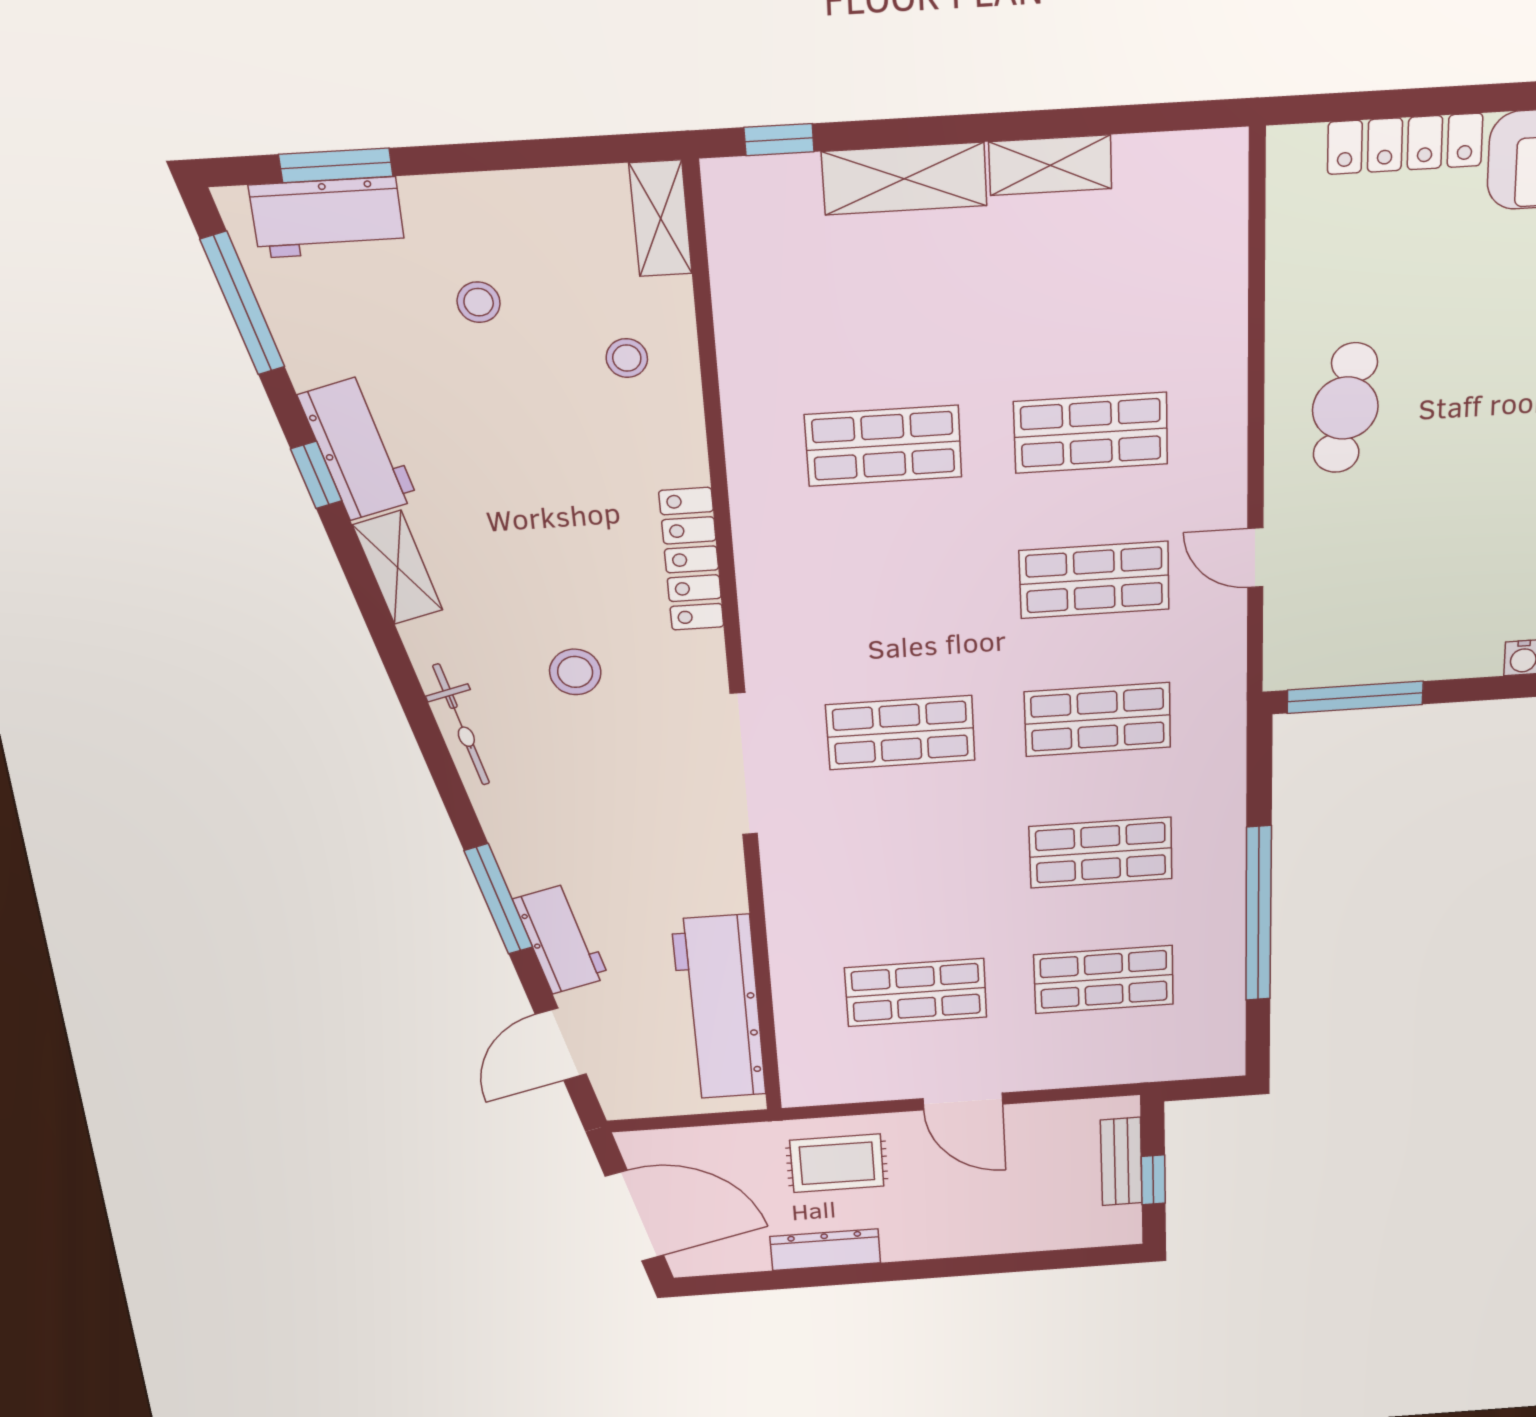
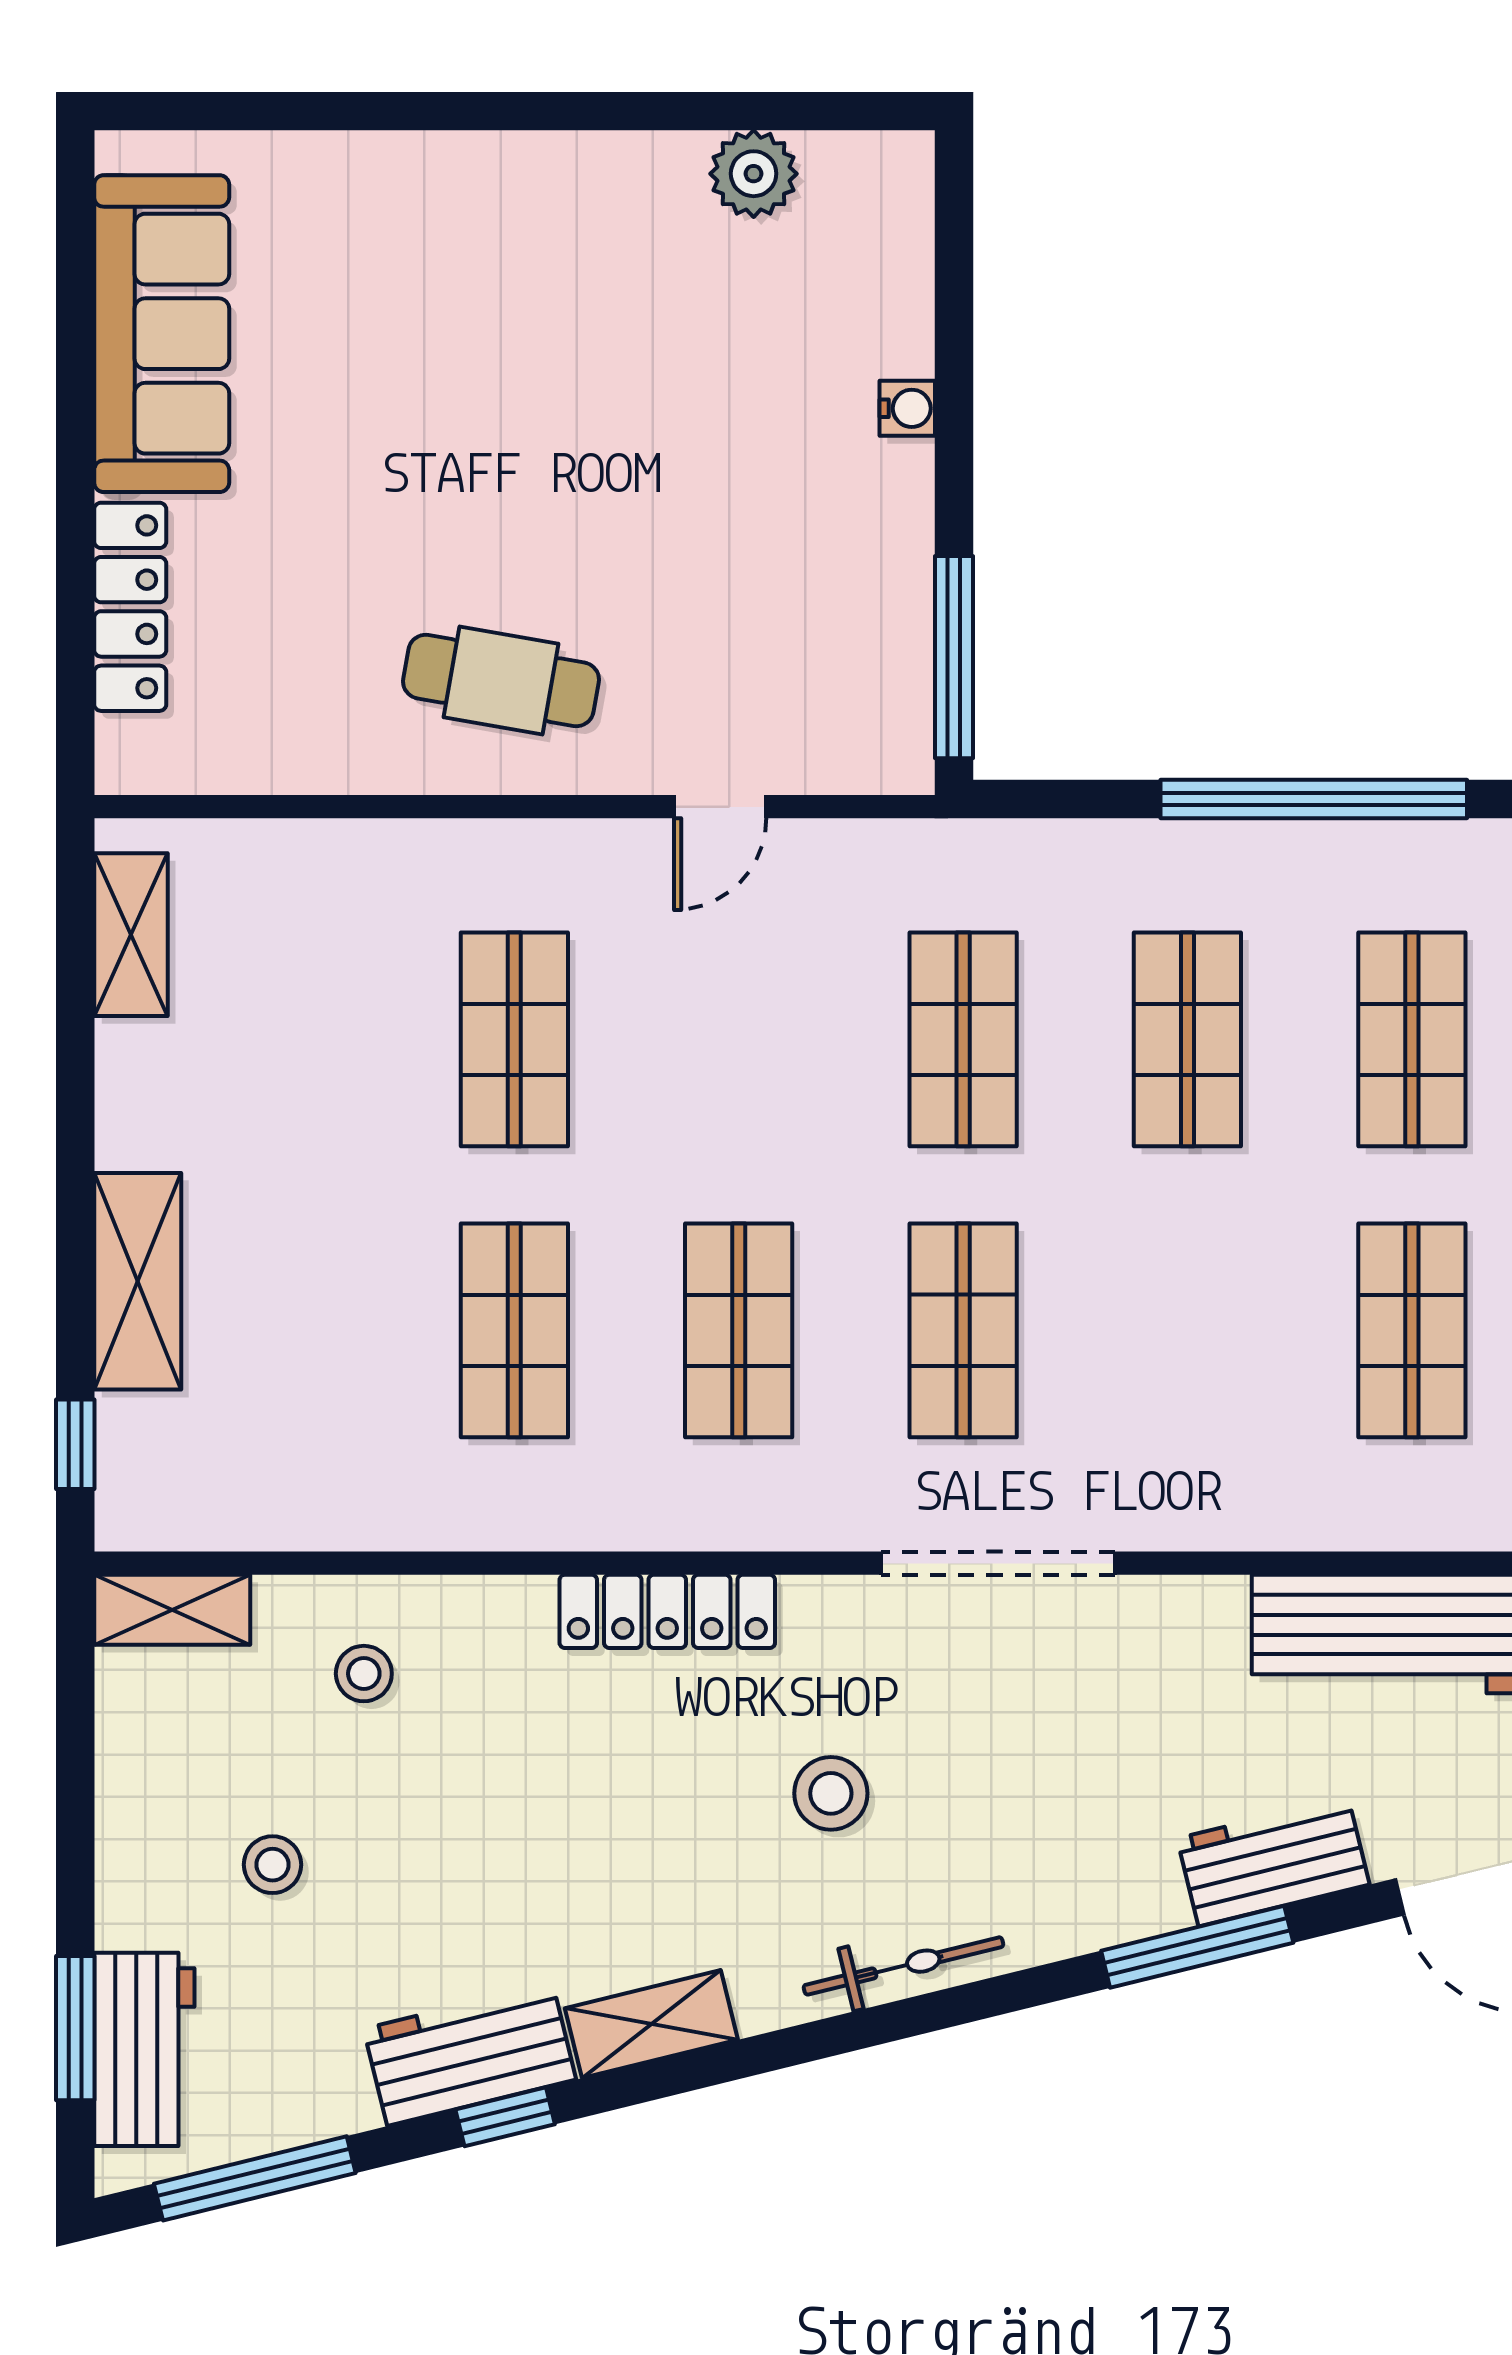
shelving: (1050, 165) -> (131, 935), moved
shop shelf: (1094, 580) -> (739, 1330), moved

